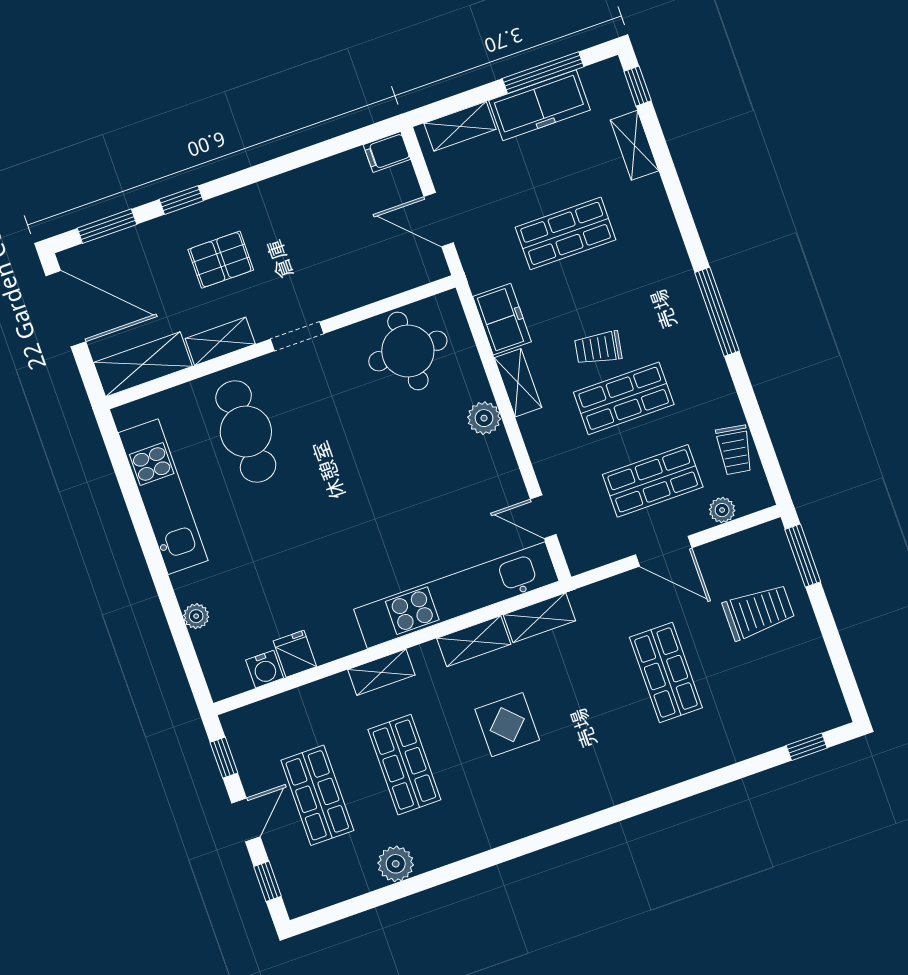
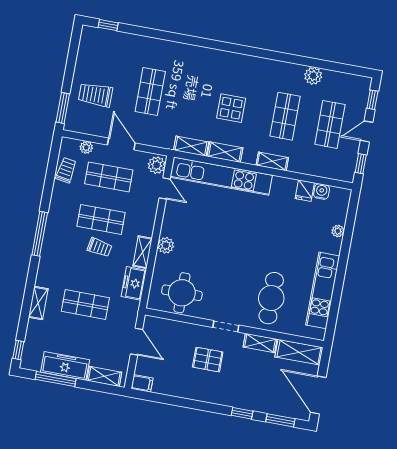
shelving: (634, 145) -> (38, 303), moved
pallet: (221, 260) -> (208, 360), moved
plant: (581, 550) -> (157, 165), added

